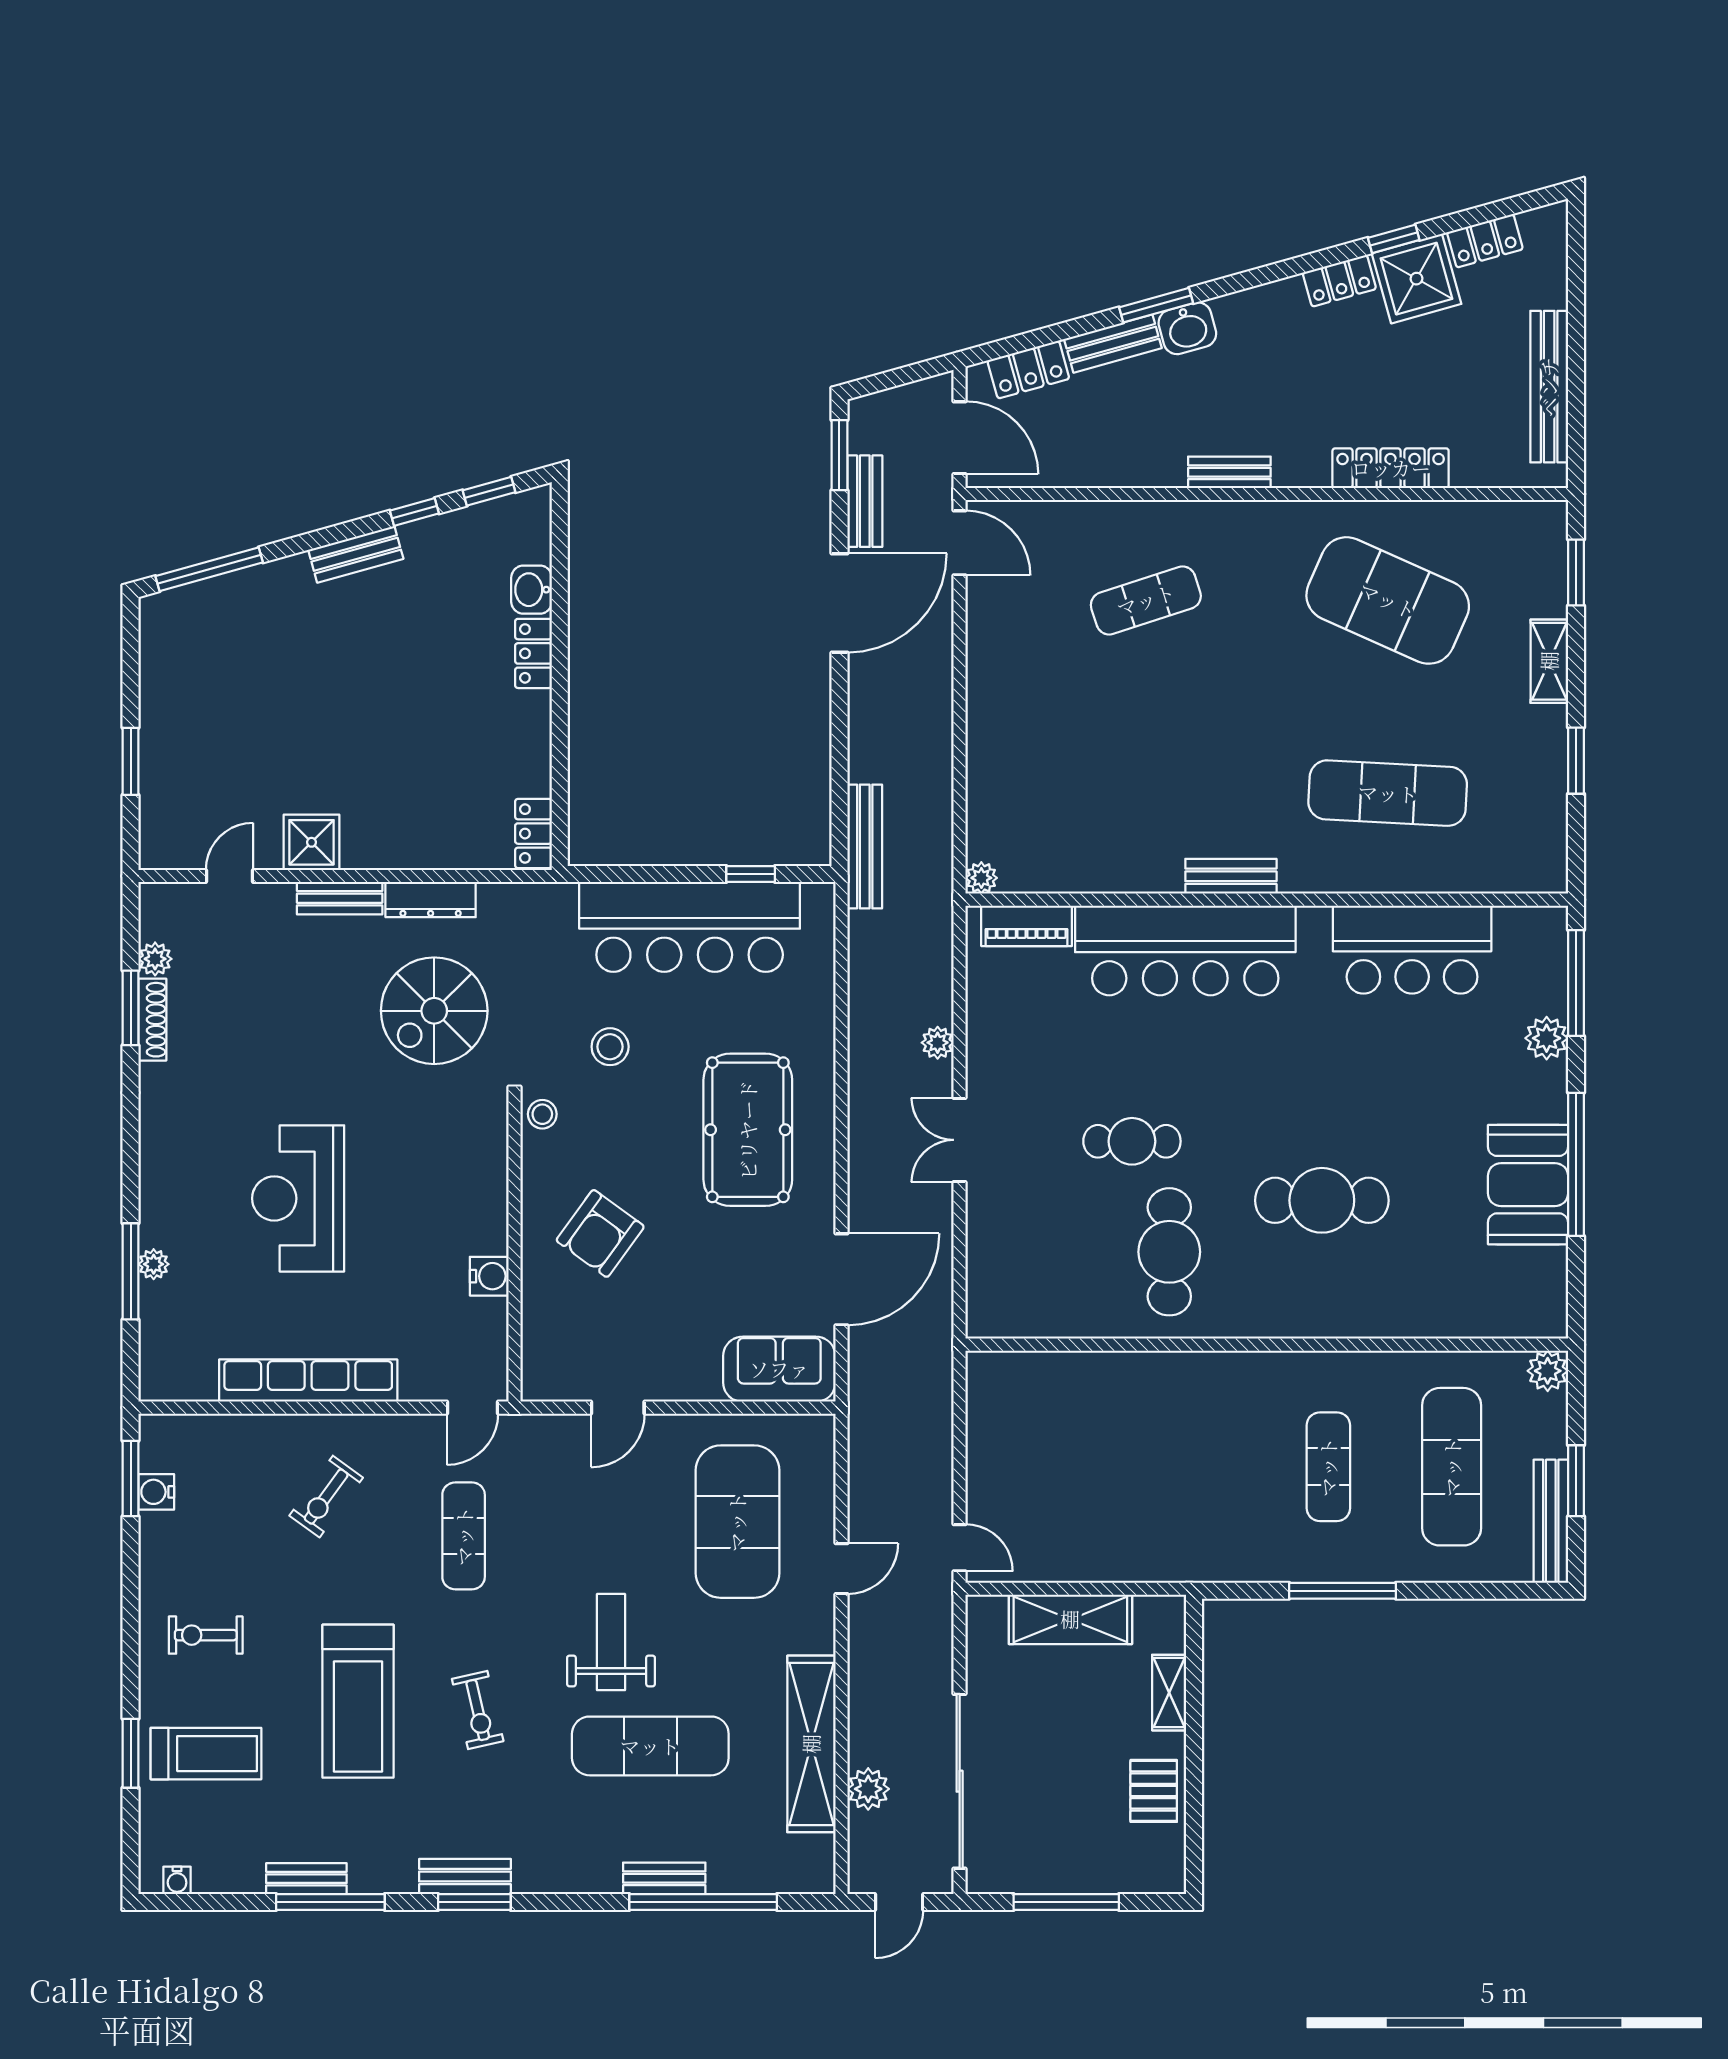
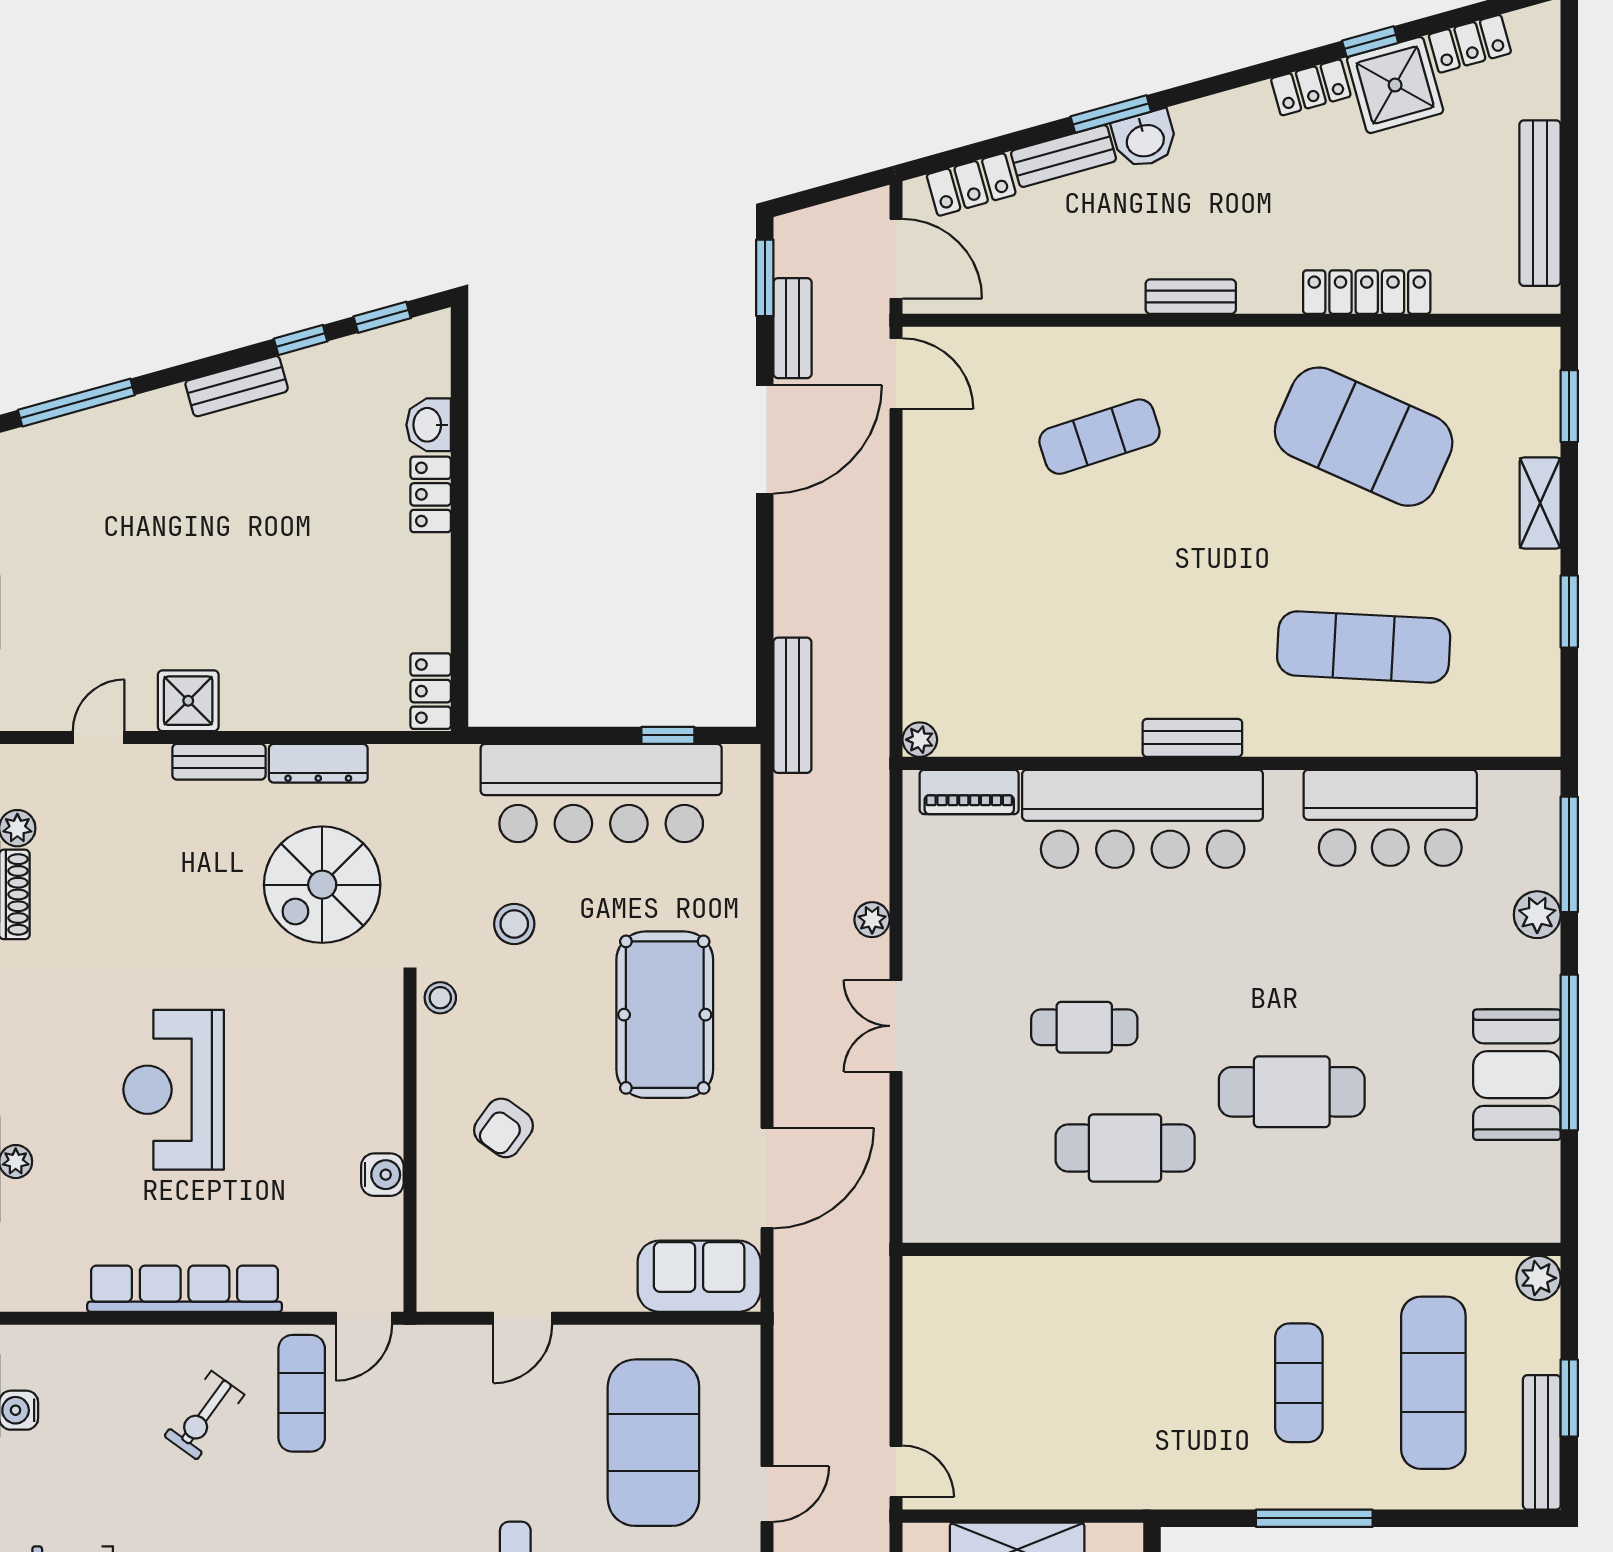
armchair: (600, 1233) -> (503, 1128), width x0.72, depth x0.72
cafe table: (1169, 1252) -> (1125, 1148), turned 90
exercise mat: (464, 1536) -> (302, 1393), moved

